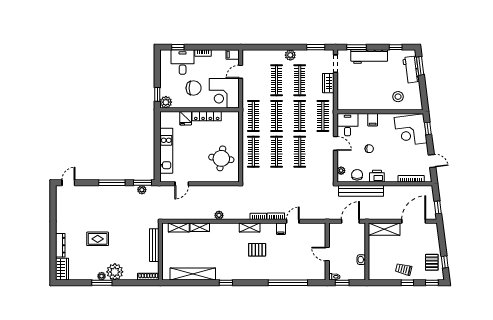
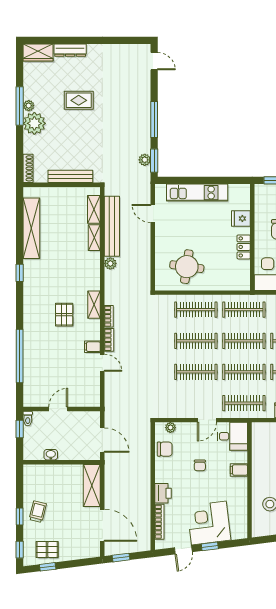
plant: (166, 102) -> (262, 192), removed
locker: (207, 116) -> (244, 247), width x0.66
window: (428, 128) -> (210, 546), moved
corner desk: (411, 130) -> (209, 523), moved
printer: (377, 176) -> (163, 493), moved
bench: (361, 191) -> (112, 226), moved
rug: (98, 239) -> (79, 100), turned 90
window: (102, 283) -> (20, 106), width x1.44

